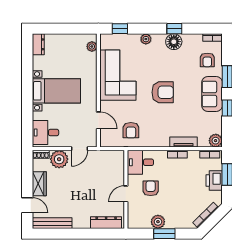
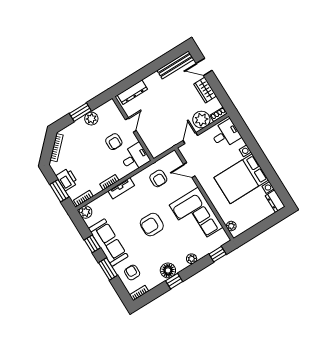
bed with nightstands: (56, 91) -> (241, 179), width x1.36
sofa: (212, 94) -> (108, 243), width x1.36
armchair: (131, 130) -> (158, 178), turned 180
tv unit: (183, 142) -> (121, 188), moved

